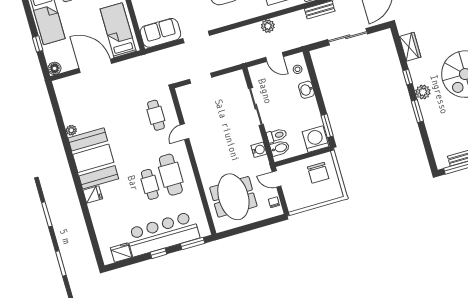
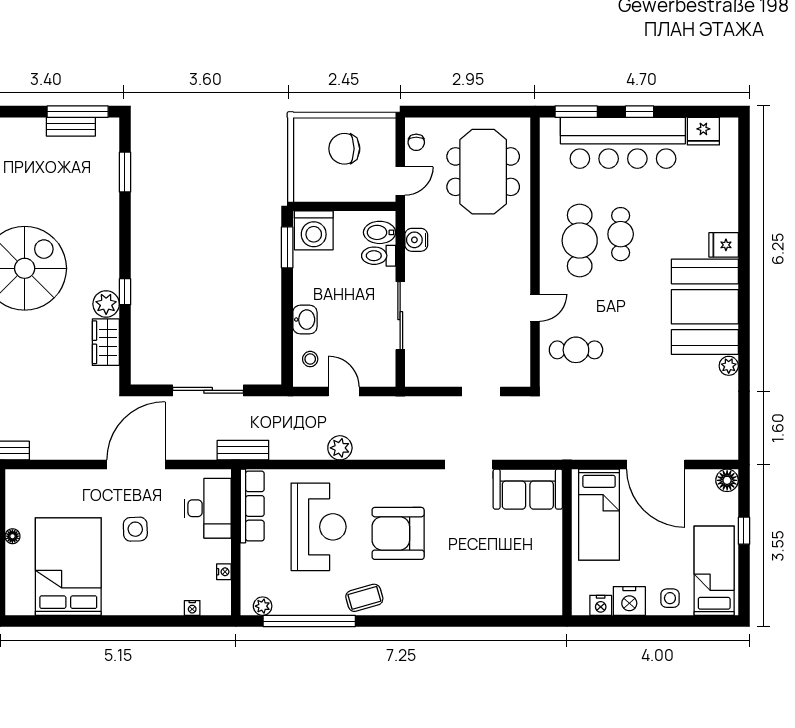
plant: (423, 92) -> (106, 304), moved
window: (417, 111) -> (125, 172), moved
cafe table: (156, 115) -> (576, 350), turned 90
chair: (318, 173) -> (344, 149), moved, turned -90
door: (277, 179) -> (400, 181), hinge flipped

